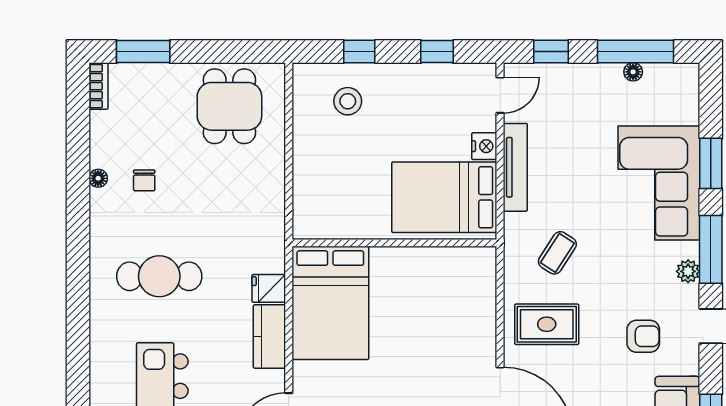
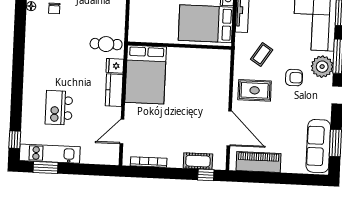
plant: (688, 271) -> (322, 67), width x1.87, depth x1.87
cafe table: (159, 276) -> (106, 44), moved, width x0.73, depth x0.74
armchair: (643, 336) -> (294, 78), moved

